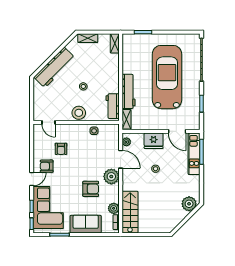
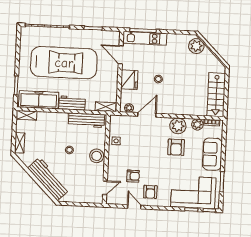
freezer: (130, 55) -> (39, 100), added
car: (167, 77) -> (64, 63), turned 180
workbench: (129, 91) -> (72, 103), width x0.73
workbench: (113, 106) -> (86, 120), width x1.38
door: (177, 131) -> (121, 55), swing flipped
plant: (111, 177) -> (178, 126), moved
door: (32, 179) -> (134, 207), moved
armchair: (91, 189) -> (176, 147), turned 180
stairs: (130, 212) -> (216, 95), moved, turned -90

